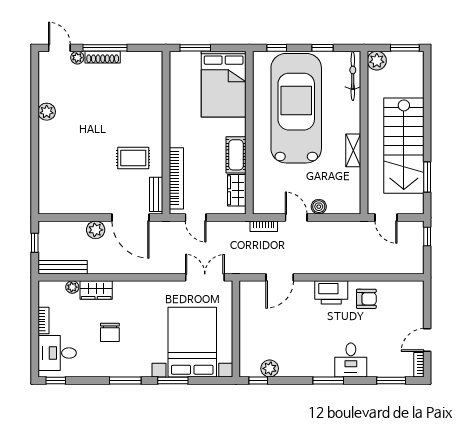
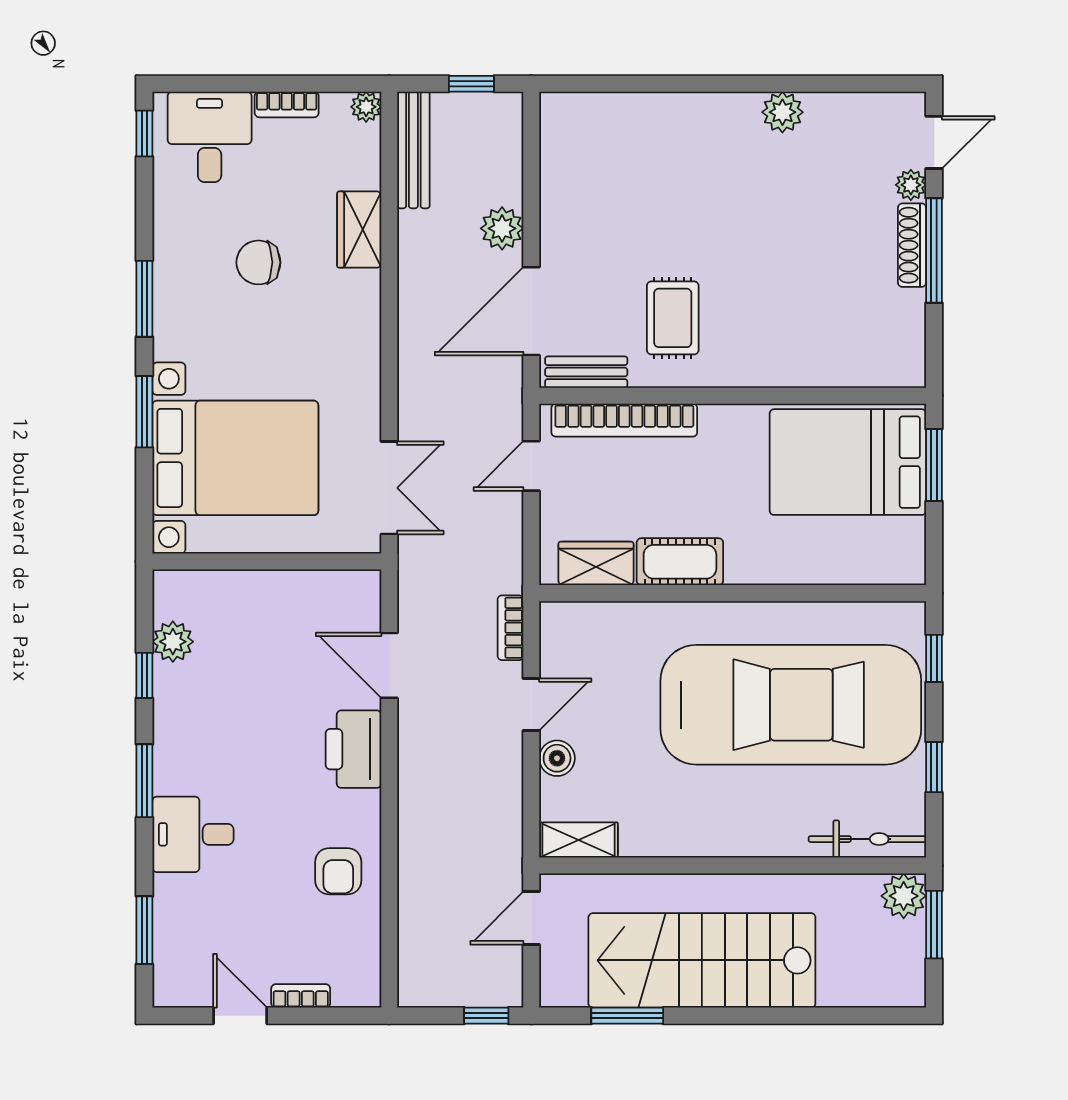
window: (405, 48) -> (934, 925), moved
bed: (224, 84) -> (848, 462), moved
shelving: (353, 150) -> (579, 840), moved
plant: (72, 287) -> (366, 107), moved
printer: (331, 292) -> (353, 749), moved
bookcase: (419, 365) -> (301, 996), moved
window: (258, 380) -> (144, 675), moved

